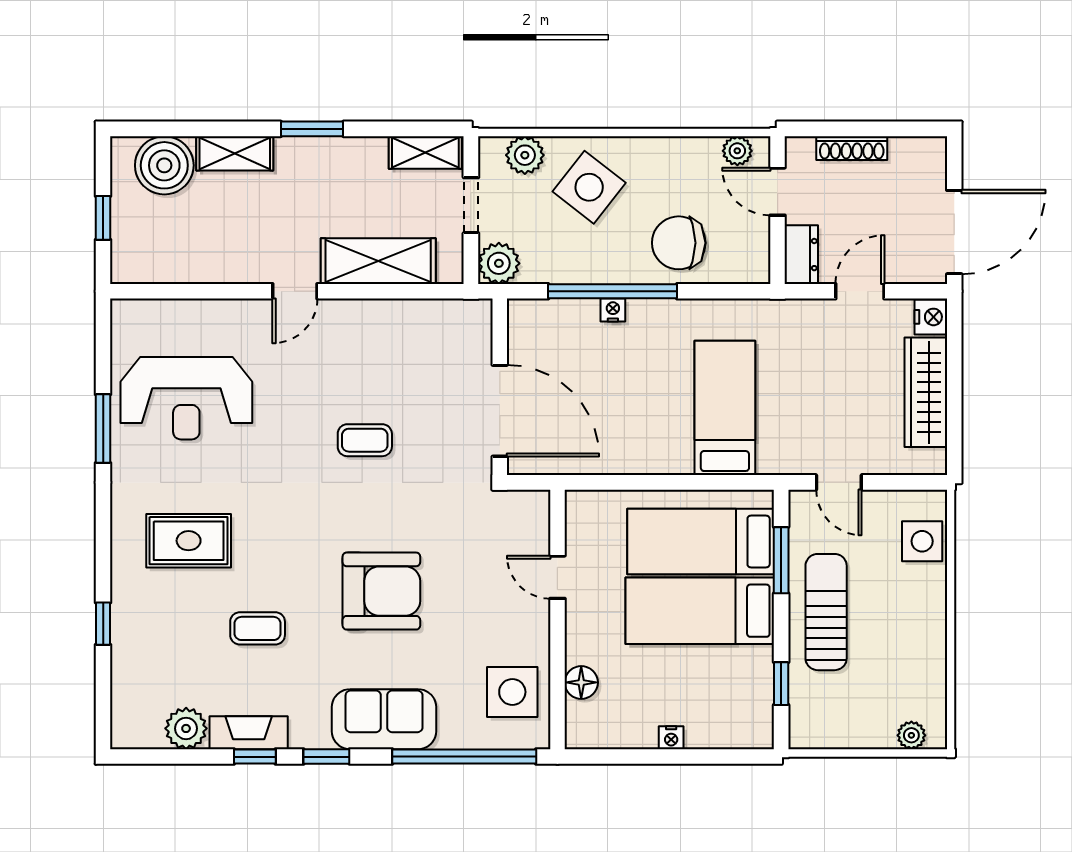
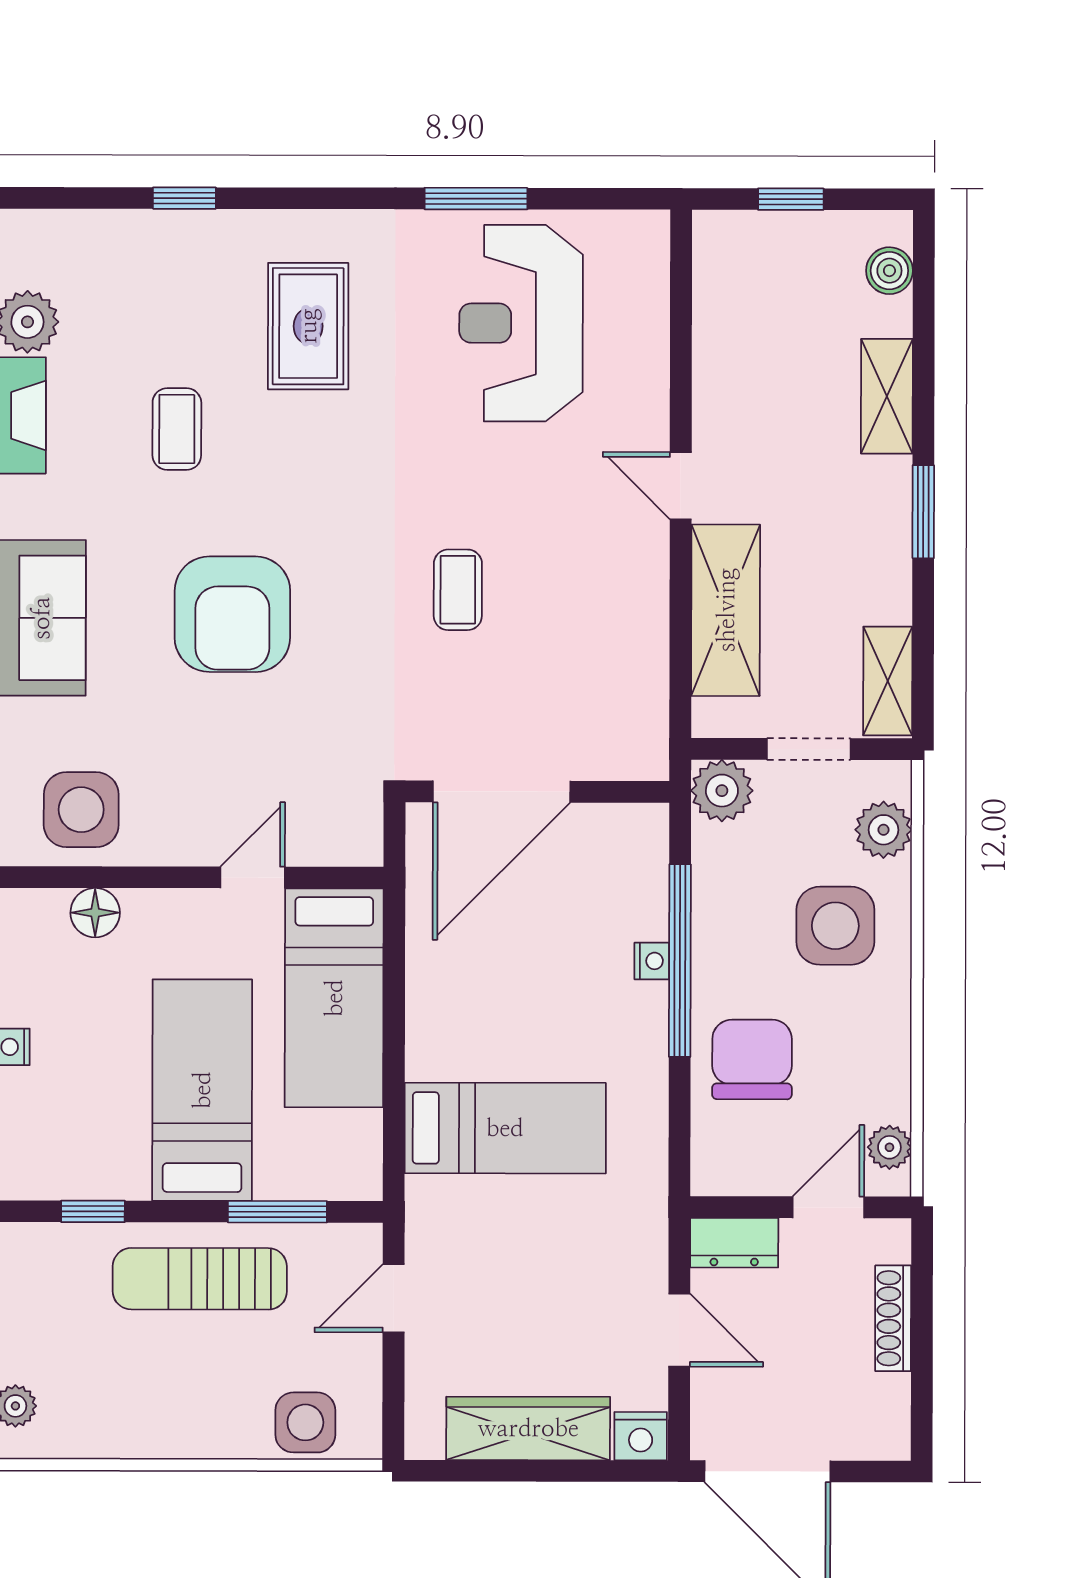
boiler: (164, 165) -> (889, 271), width x0.54, depth x0.54
side table: (589, 187) -> (835, 926), turned -38
bed: (701, 541) -> (334, 998), moved, turned 180
sun lounger: (826, 612) -> (200, 1279), turned 180

